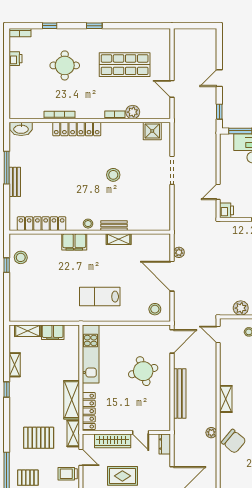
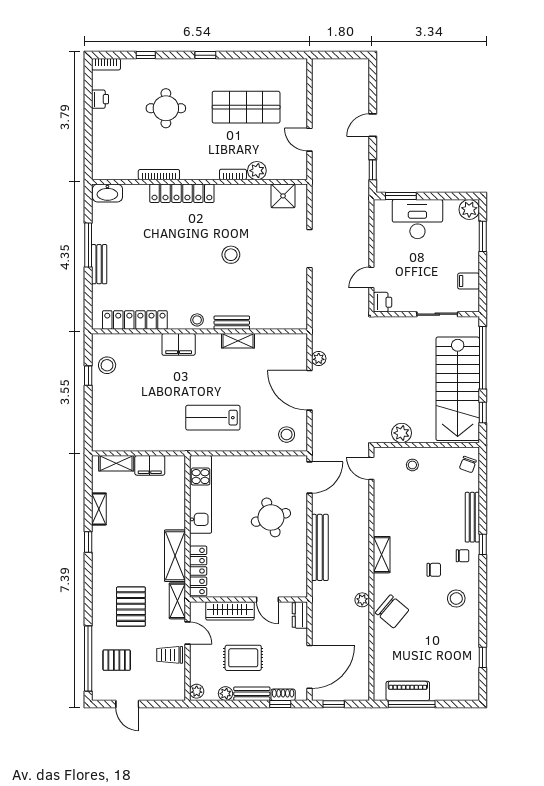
pallet: (39, 438) -> (131, 607), turned 90

